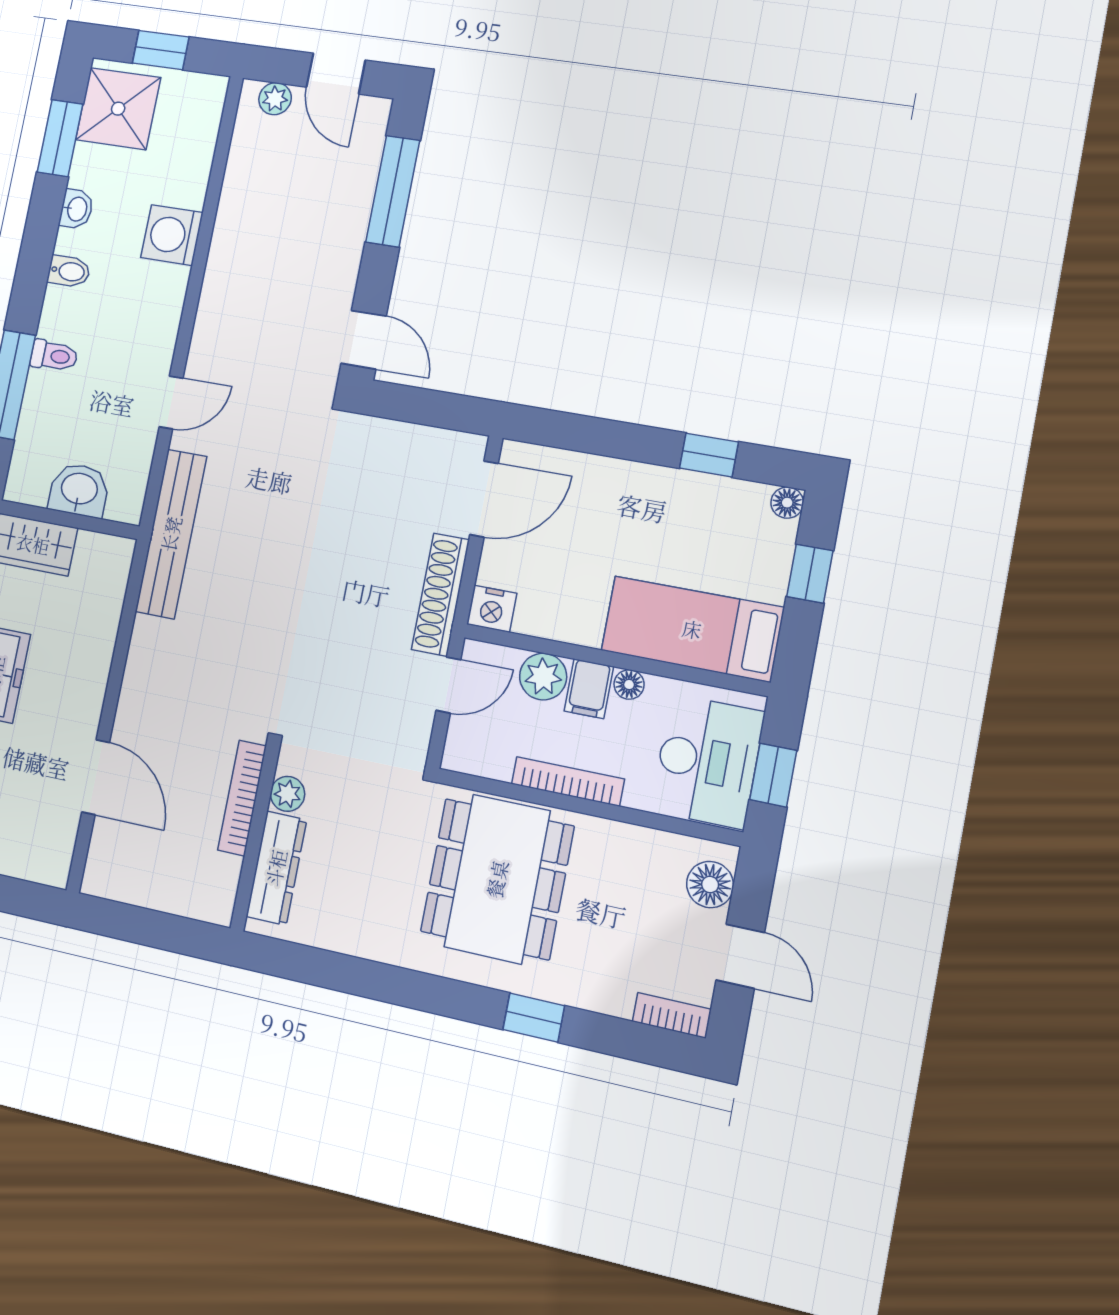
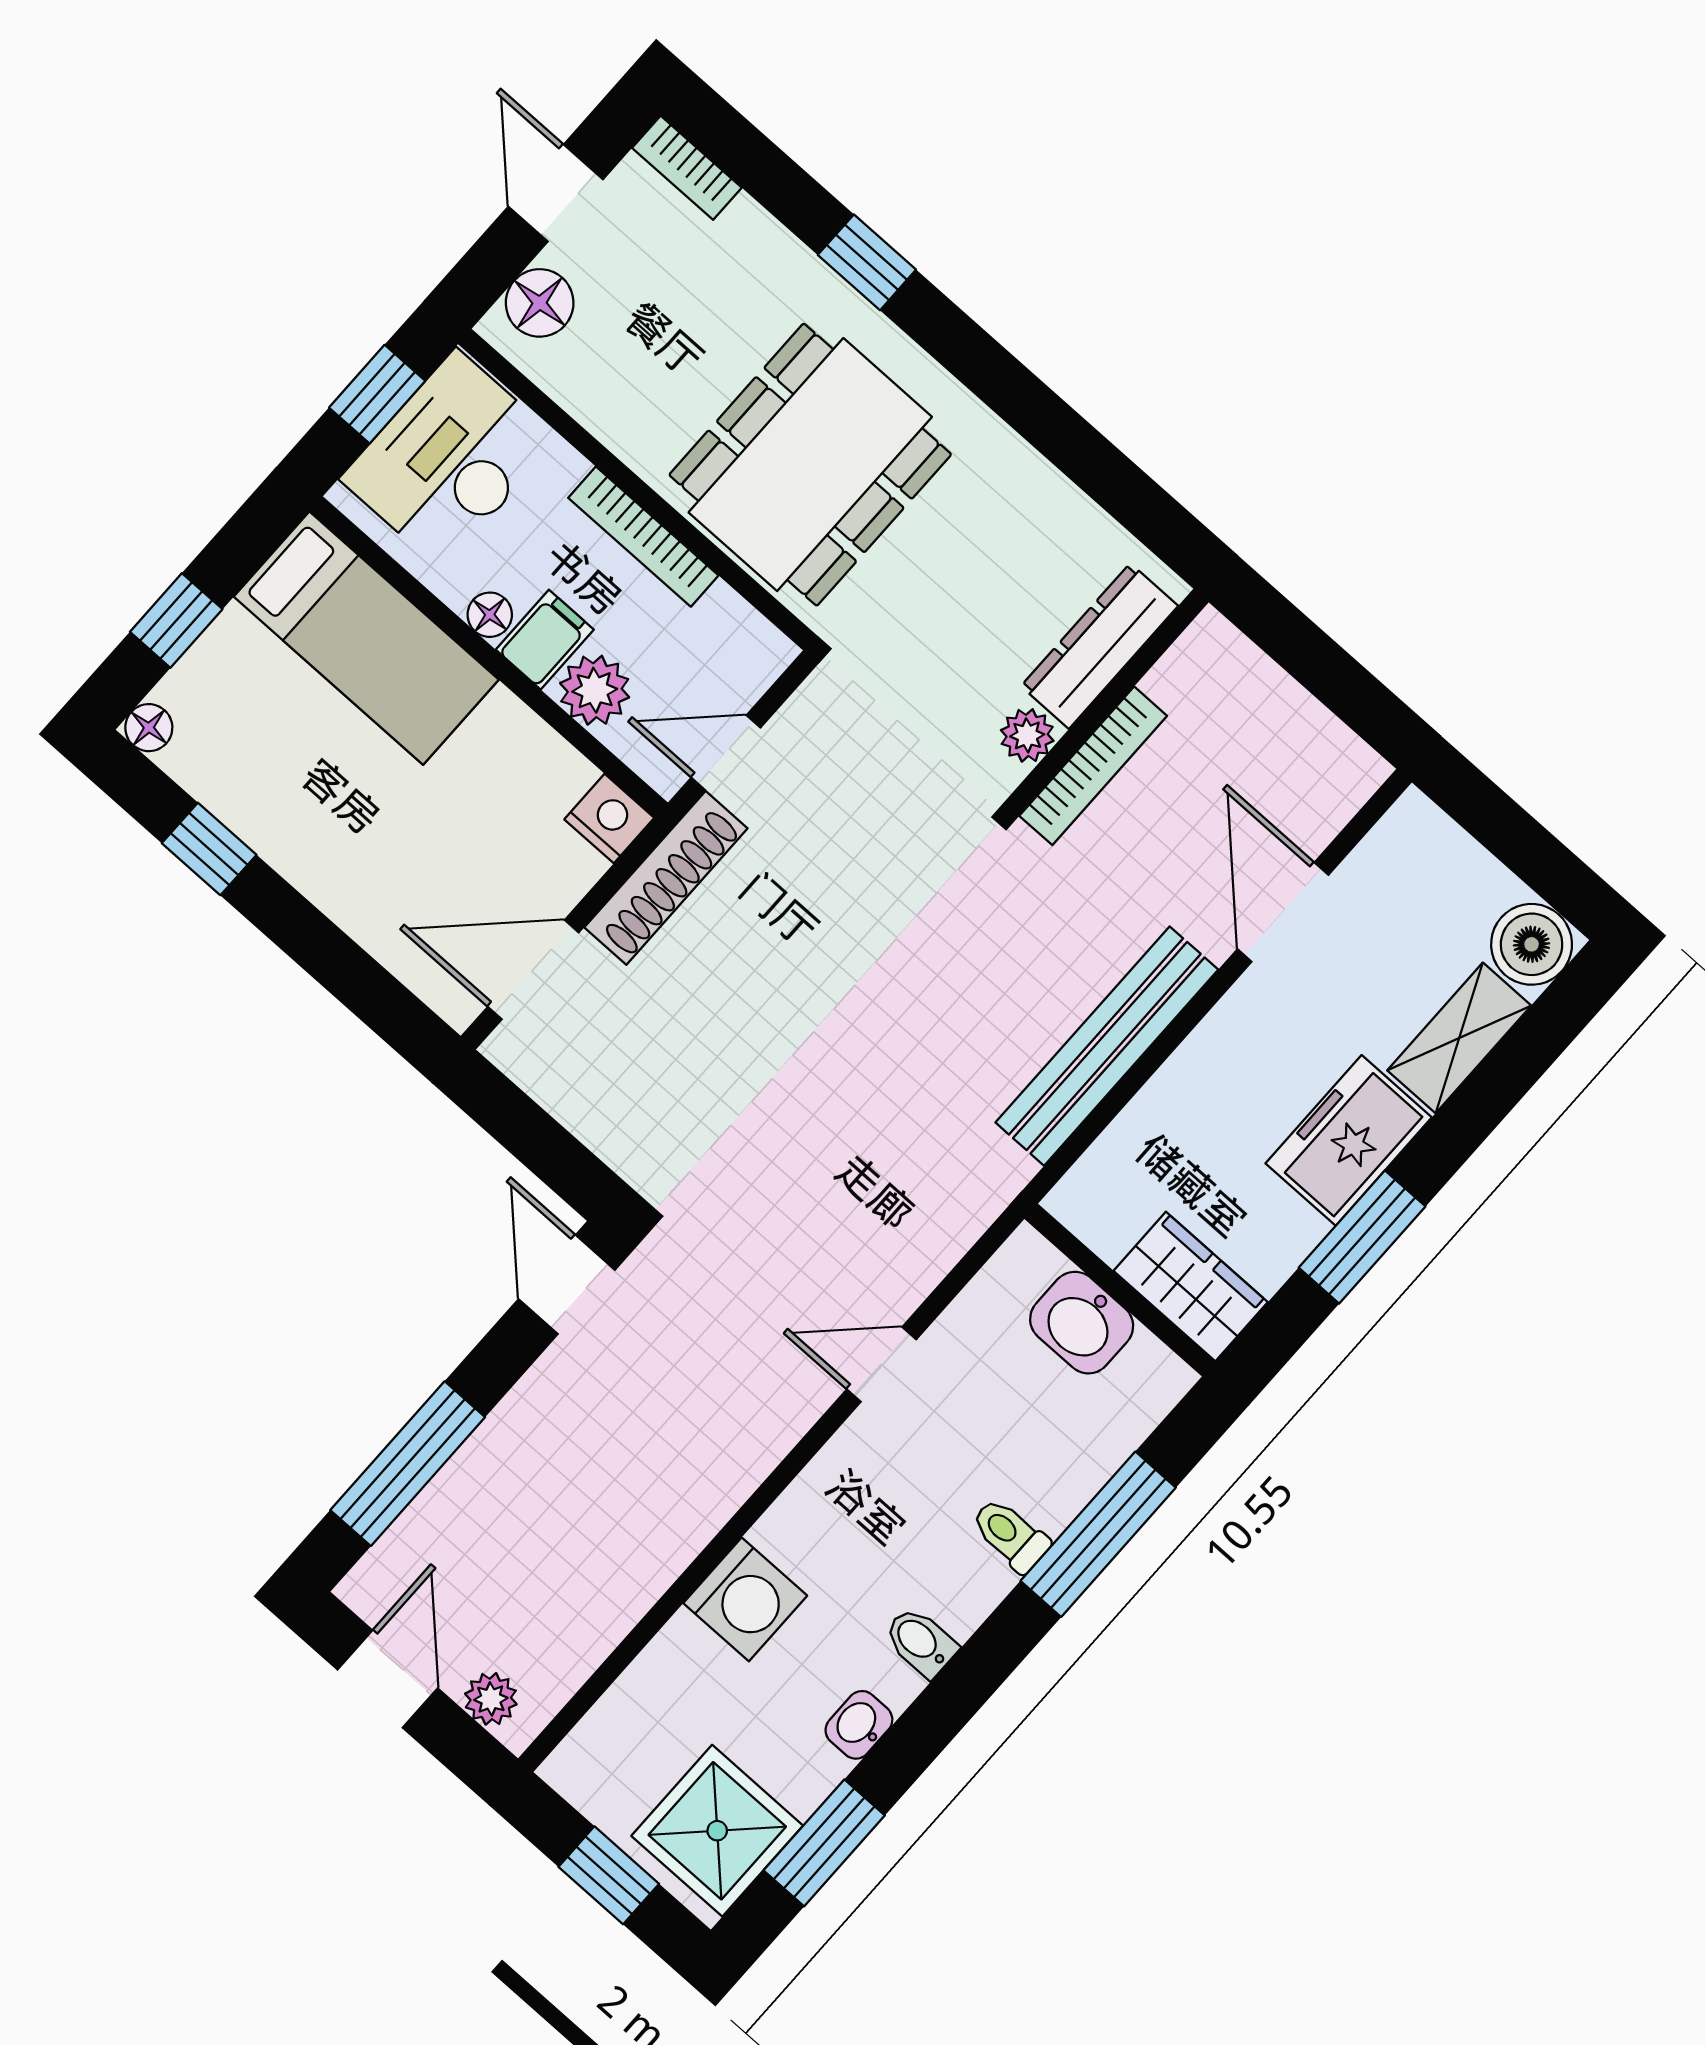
bench: (171, 534) -> (1107, 1046), moved

